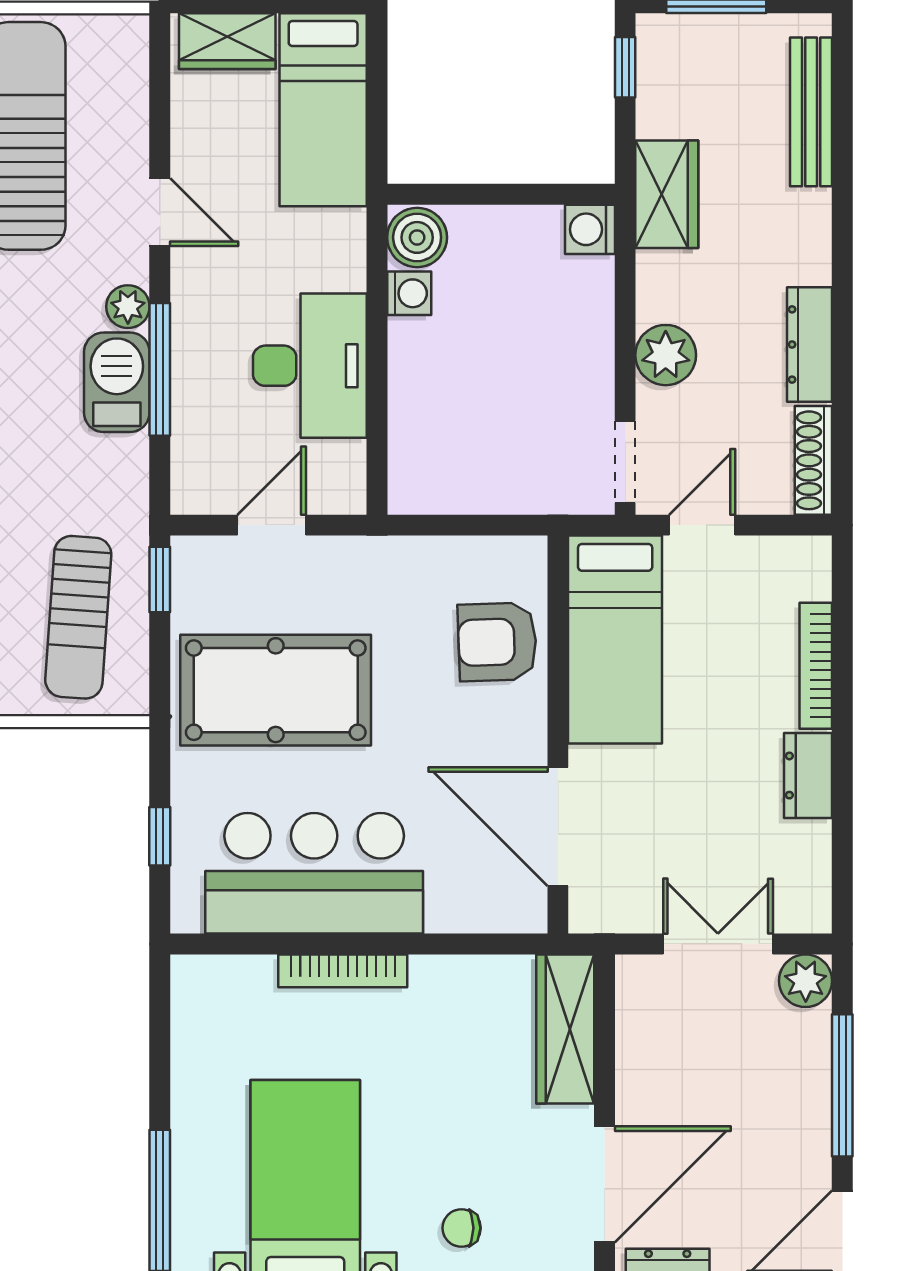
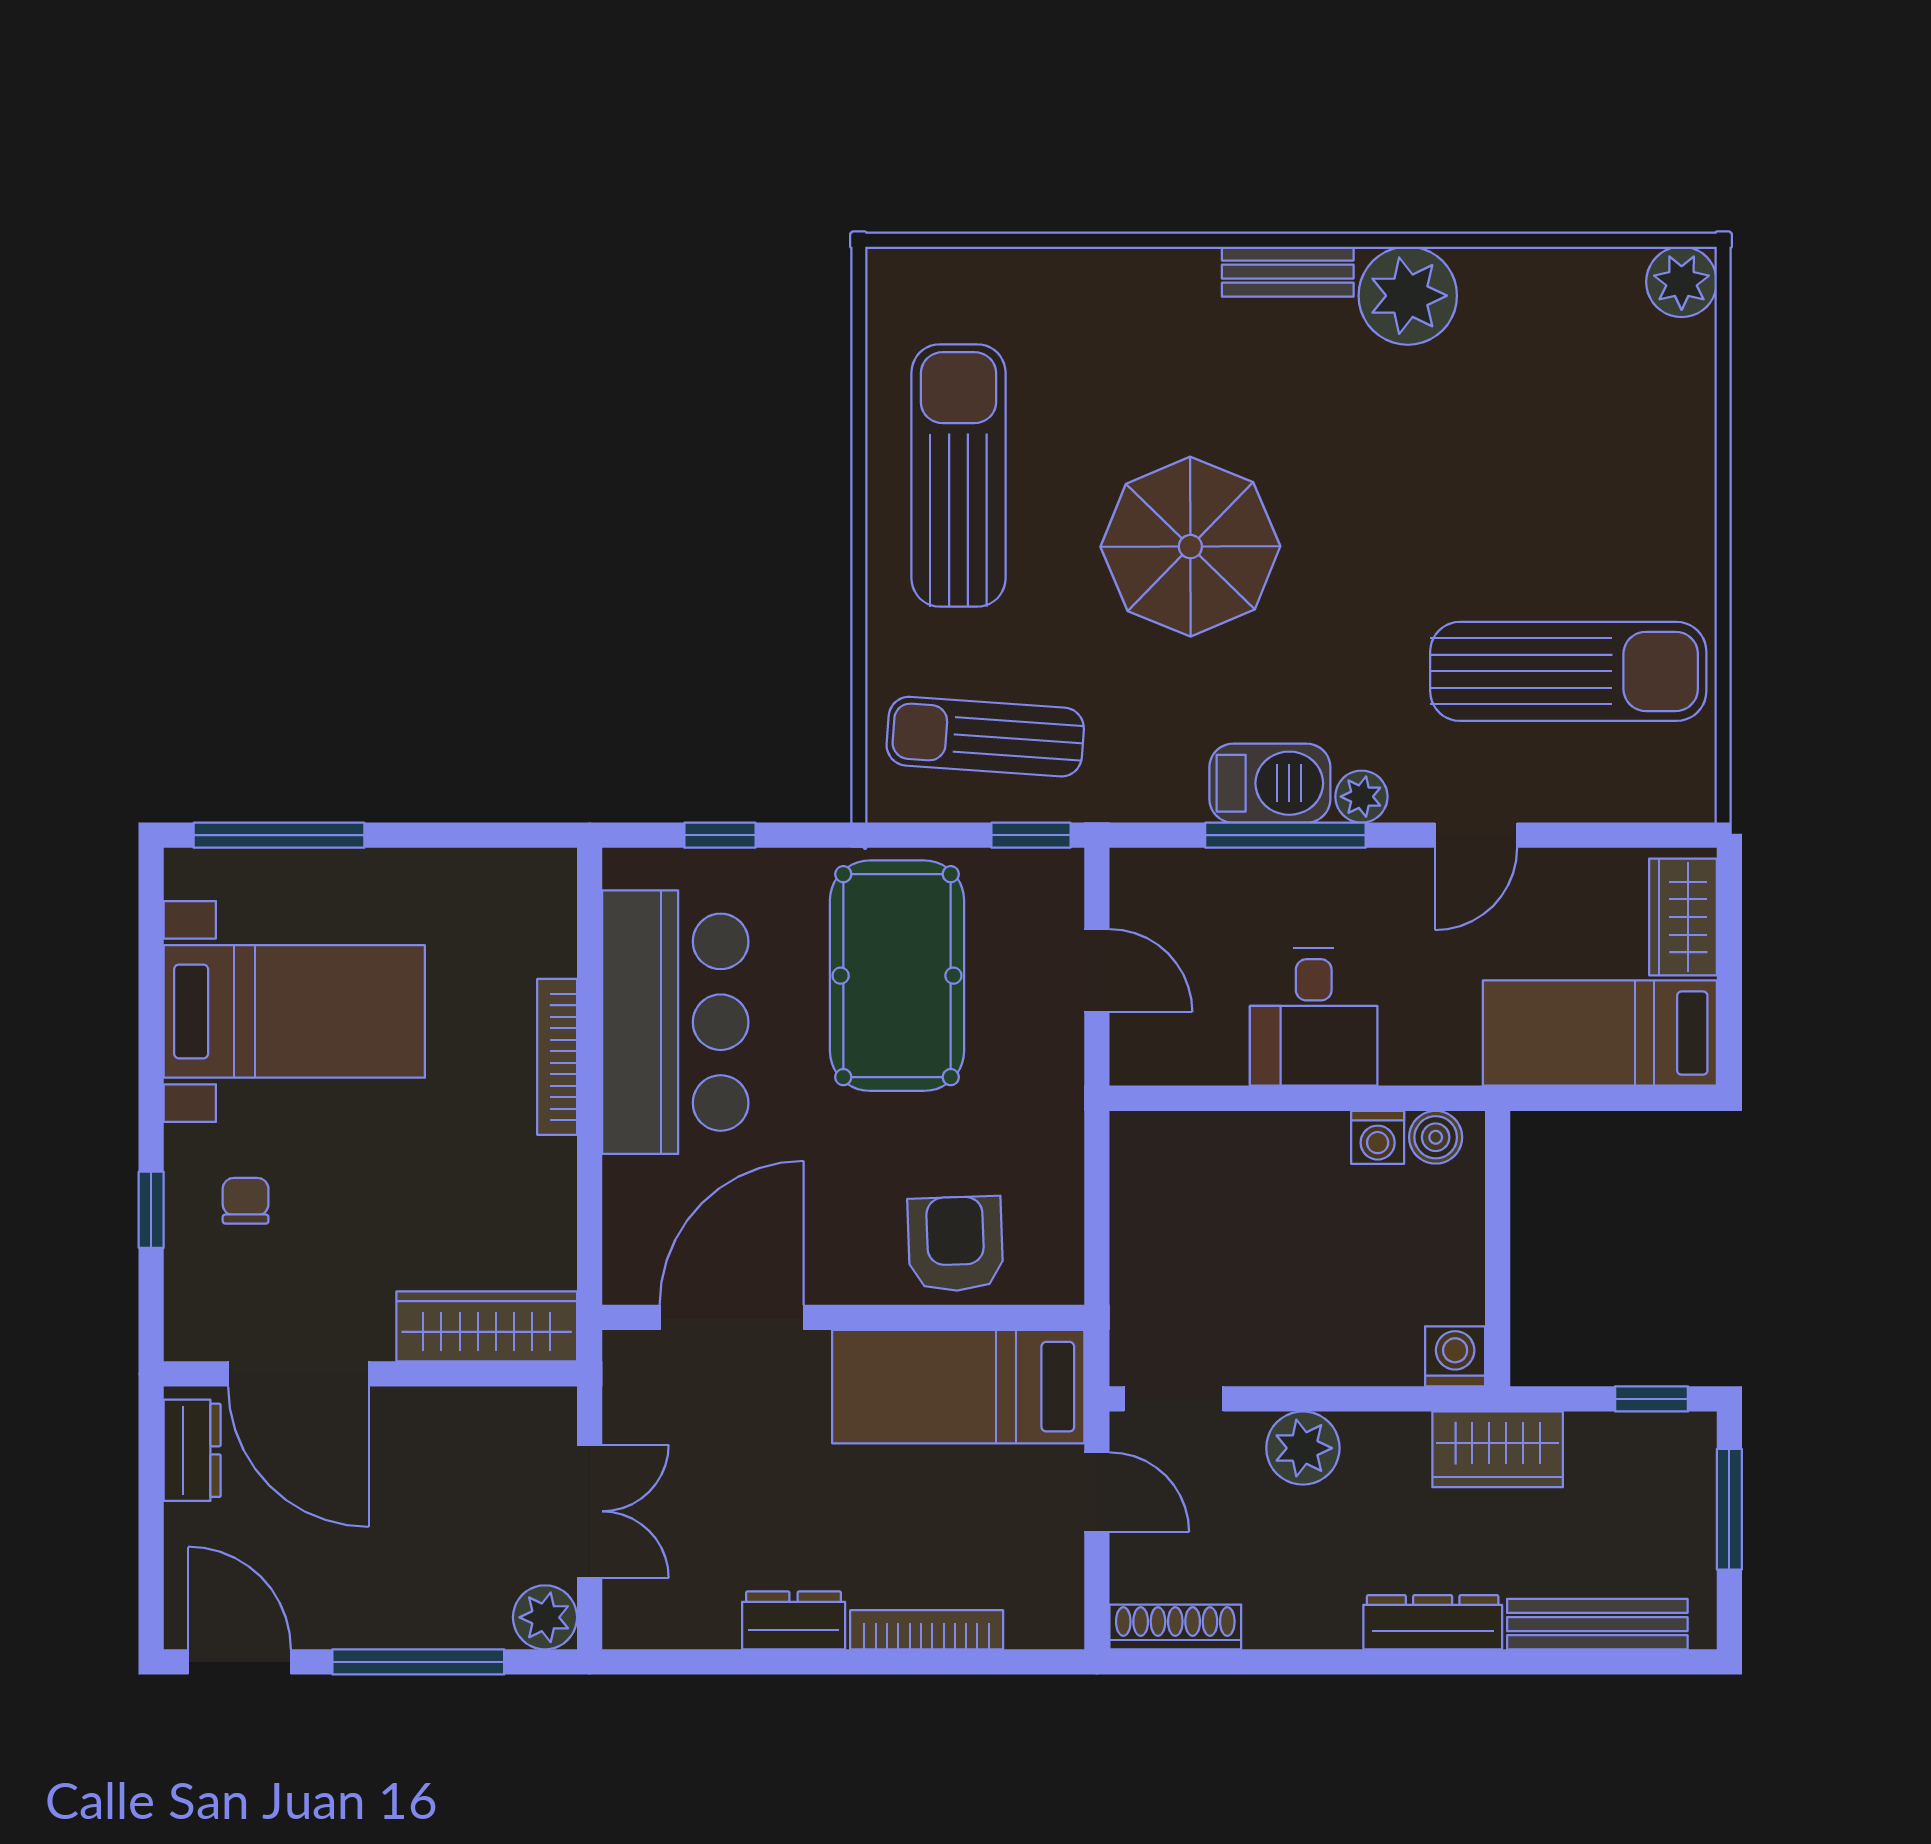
boiler: (417, 237) -> (1436, 1137), width x0.73, depth x0.73
dresser: (810, 345) -> (1433, 1622), moved
desk: (310, 366) -> (1314, 1017), width x0.73

